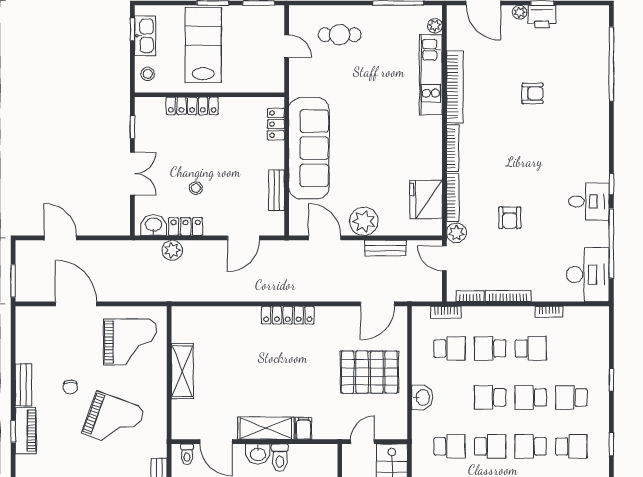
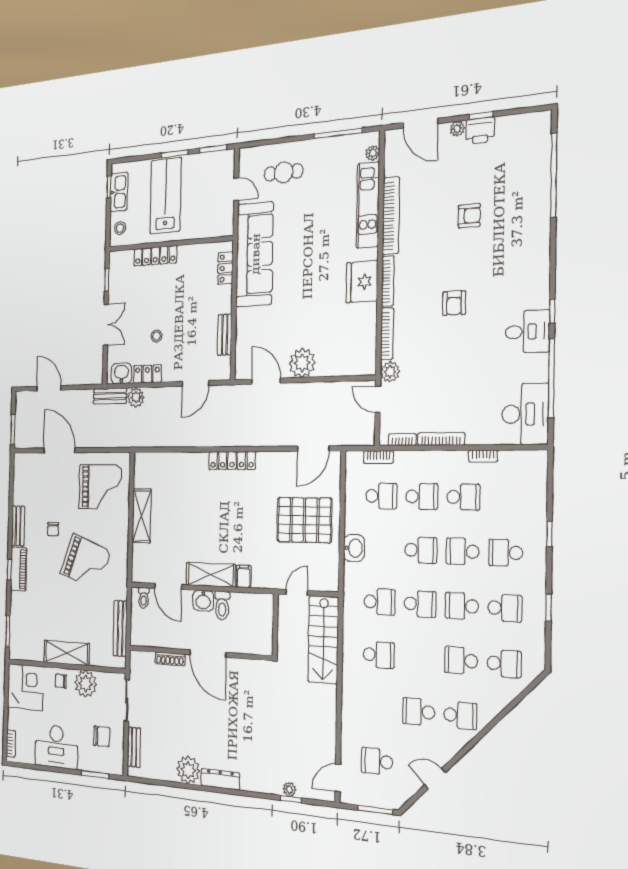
sofa: (309, 148) -> (255, 254), moved
fridge: (426, 199) -> (362, 282), moved
armchair: (510, 218) -> (454, 303), moved
bench: (385, 248) -> (110, 396), moved
school desk: (490, 348) -> (422, 497), turned 180
school desk: (490, 397) -> (421, 550), turned 180

